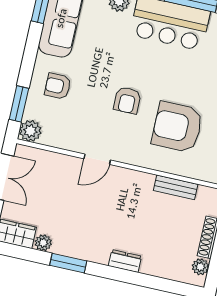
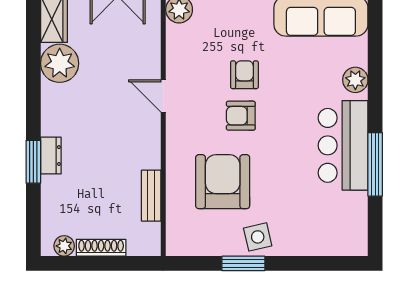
armchair: (58, 86) -> (244, 75), moved
plant: (43, 243) -> (60, 63), width x1.87, depth x1.87
window: (68, 263) -> (33, 162), moved

